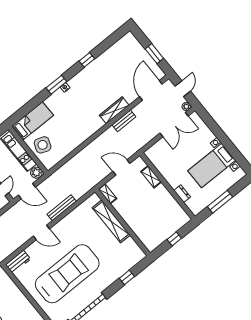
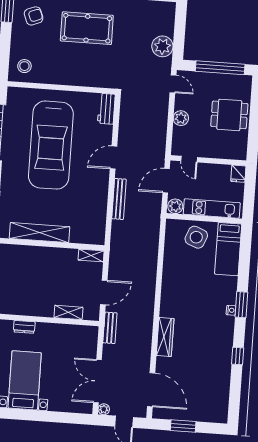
bench: (124, 121) -> (110, 328), moved
shelving: (111, 221) -> (40, 233), moved

